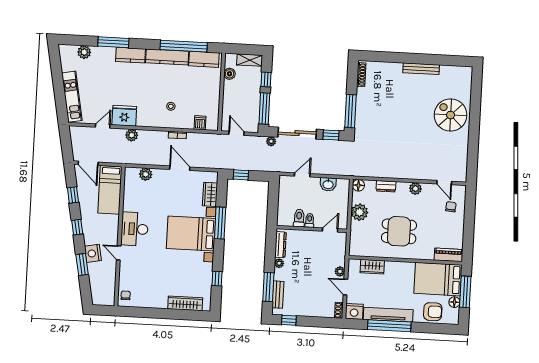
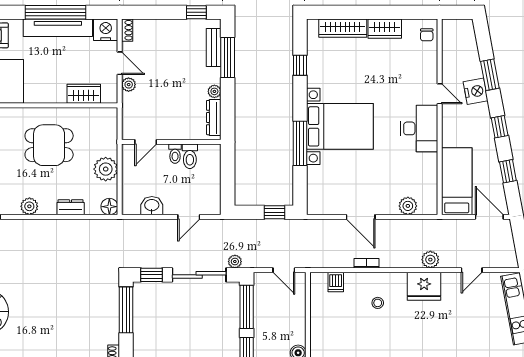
fridge: (124, 116) -> (424, 286), moved
wardrobe: (210, 194) -> (385, 29), moved, turned 90

